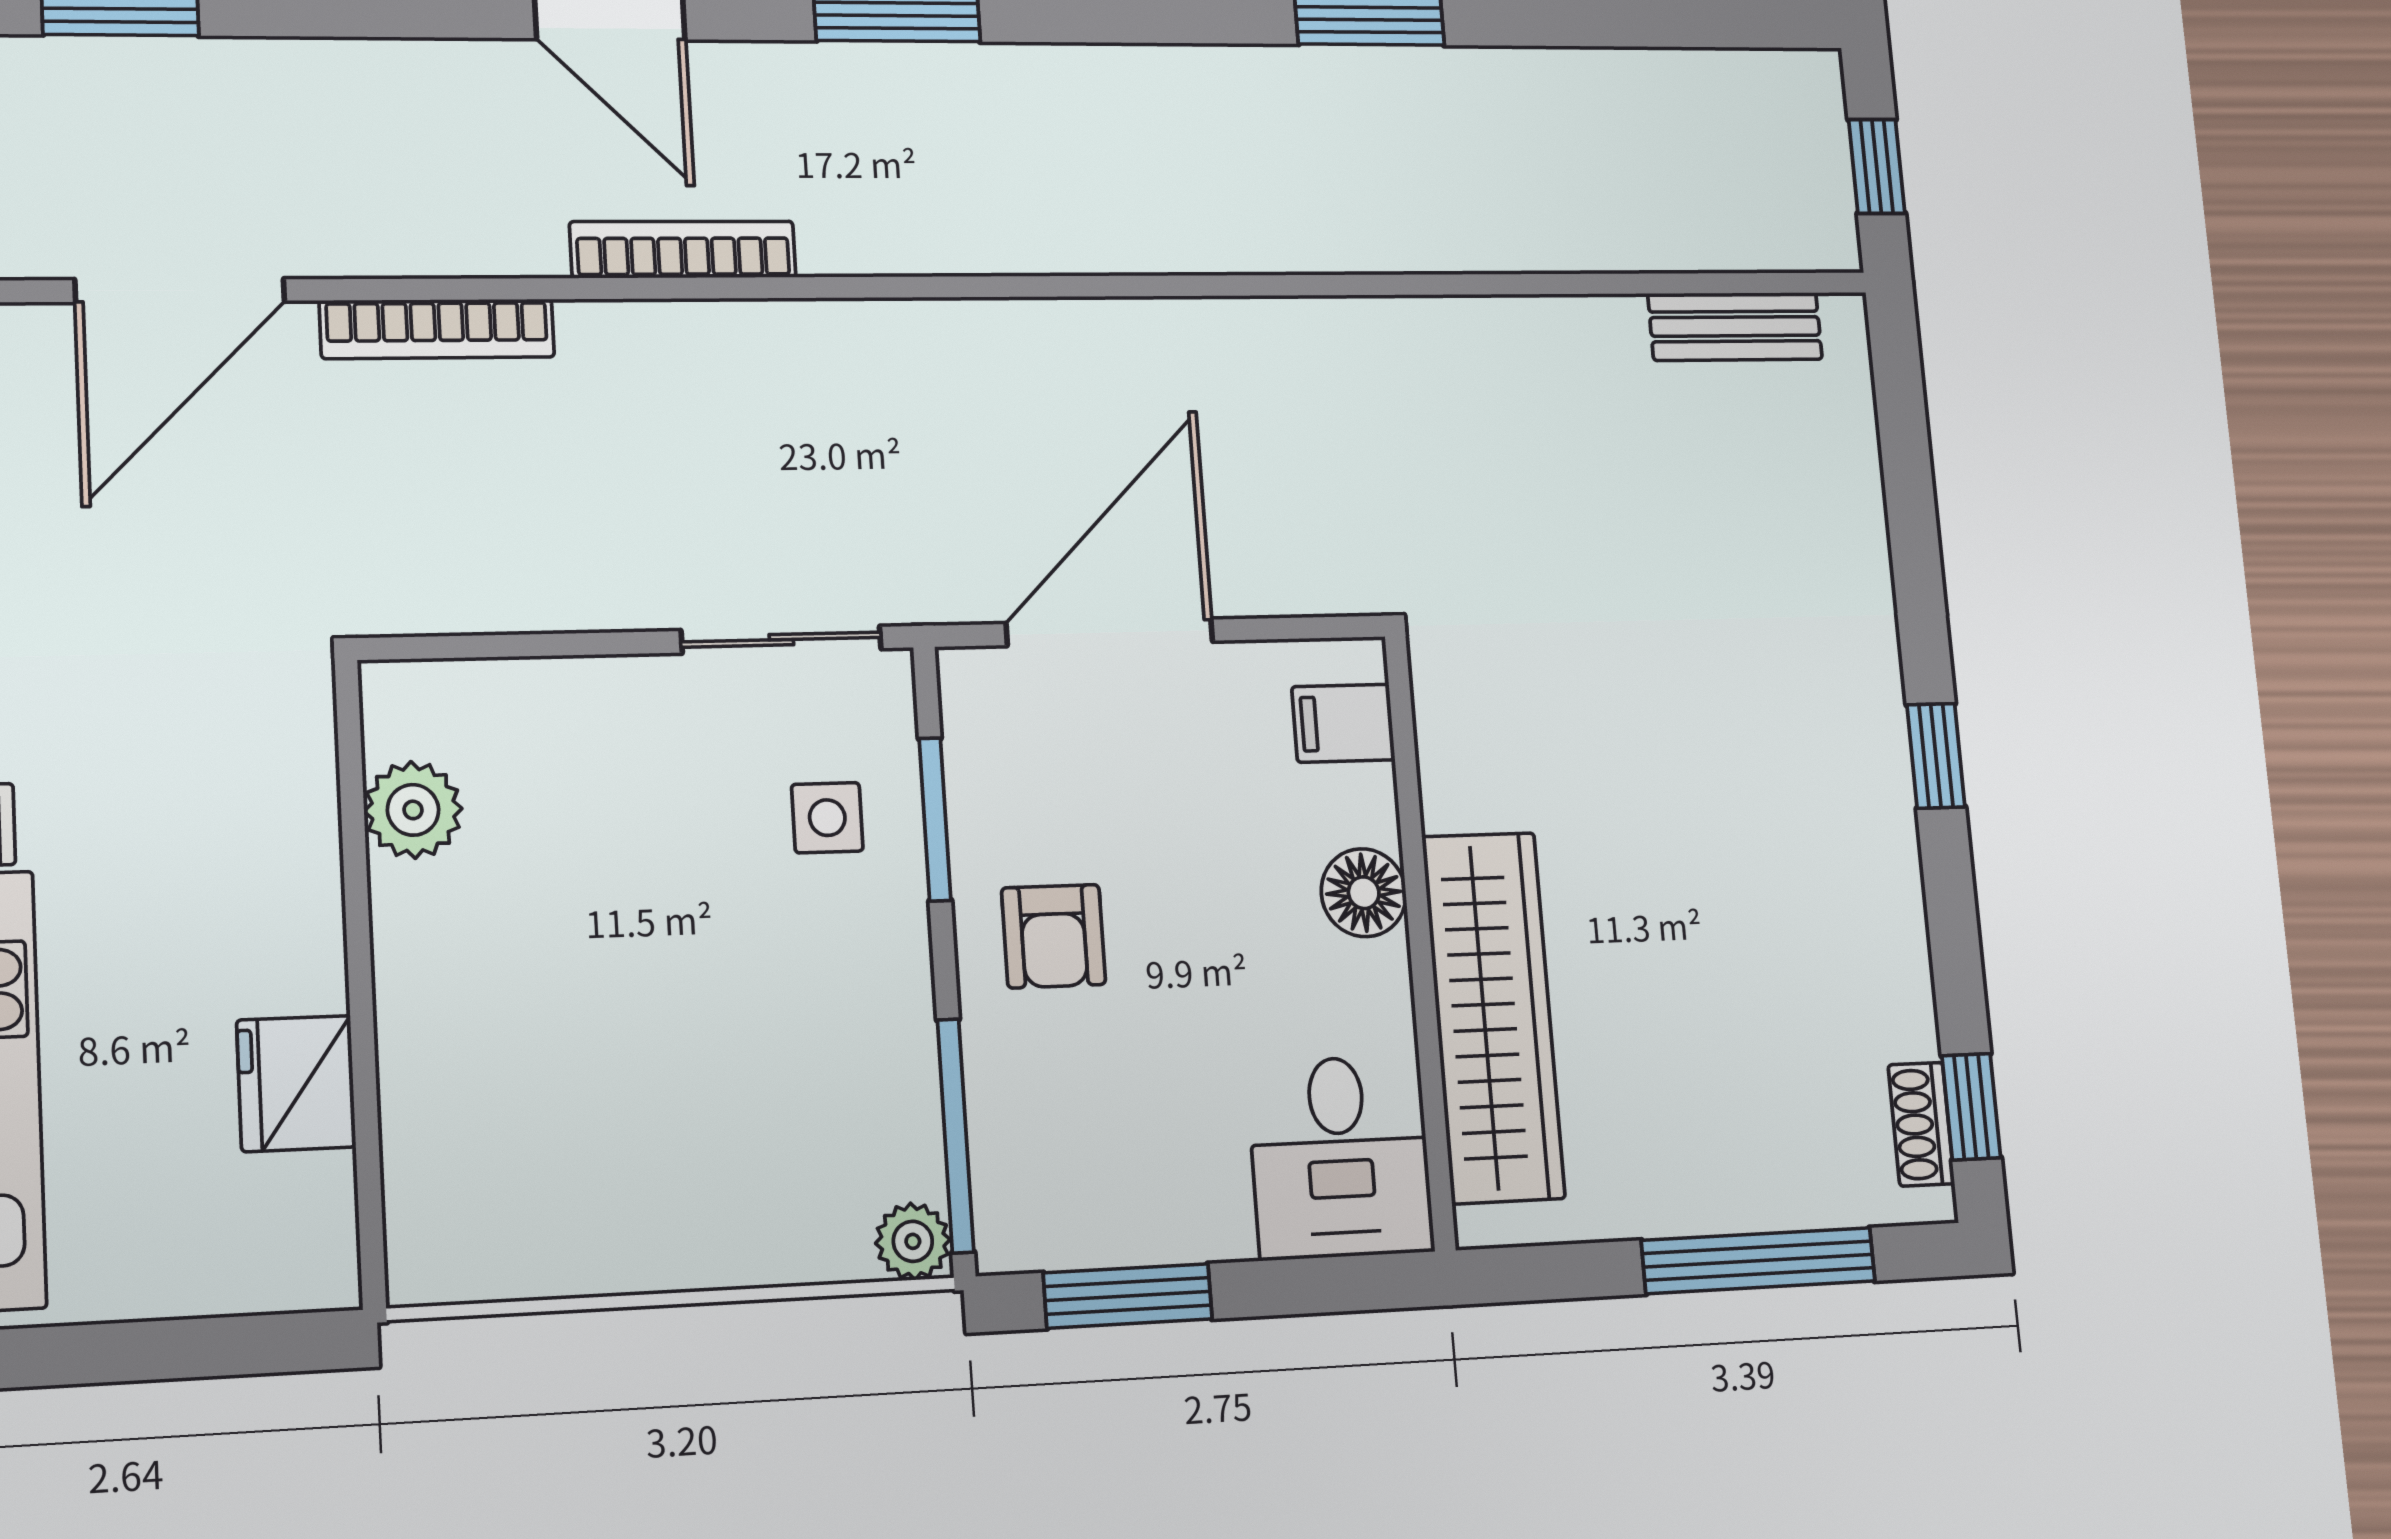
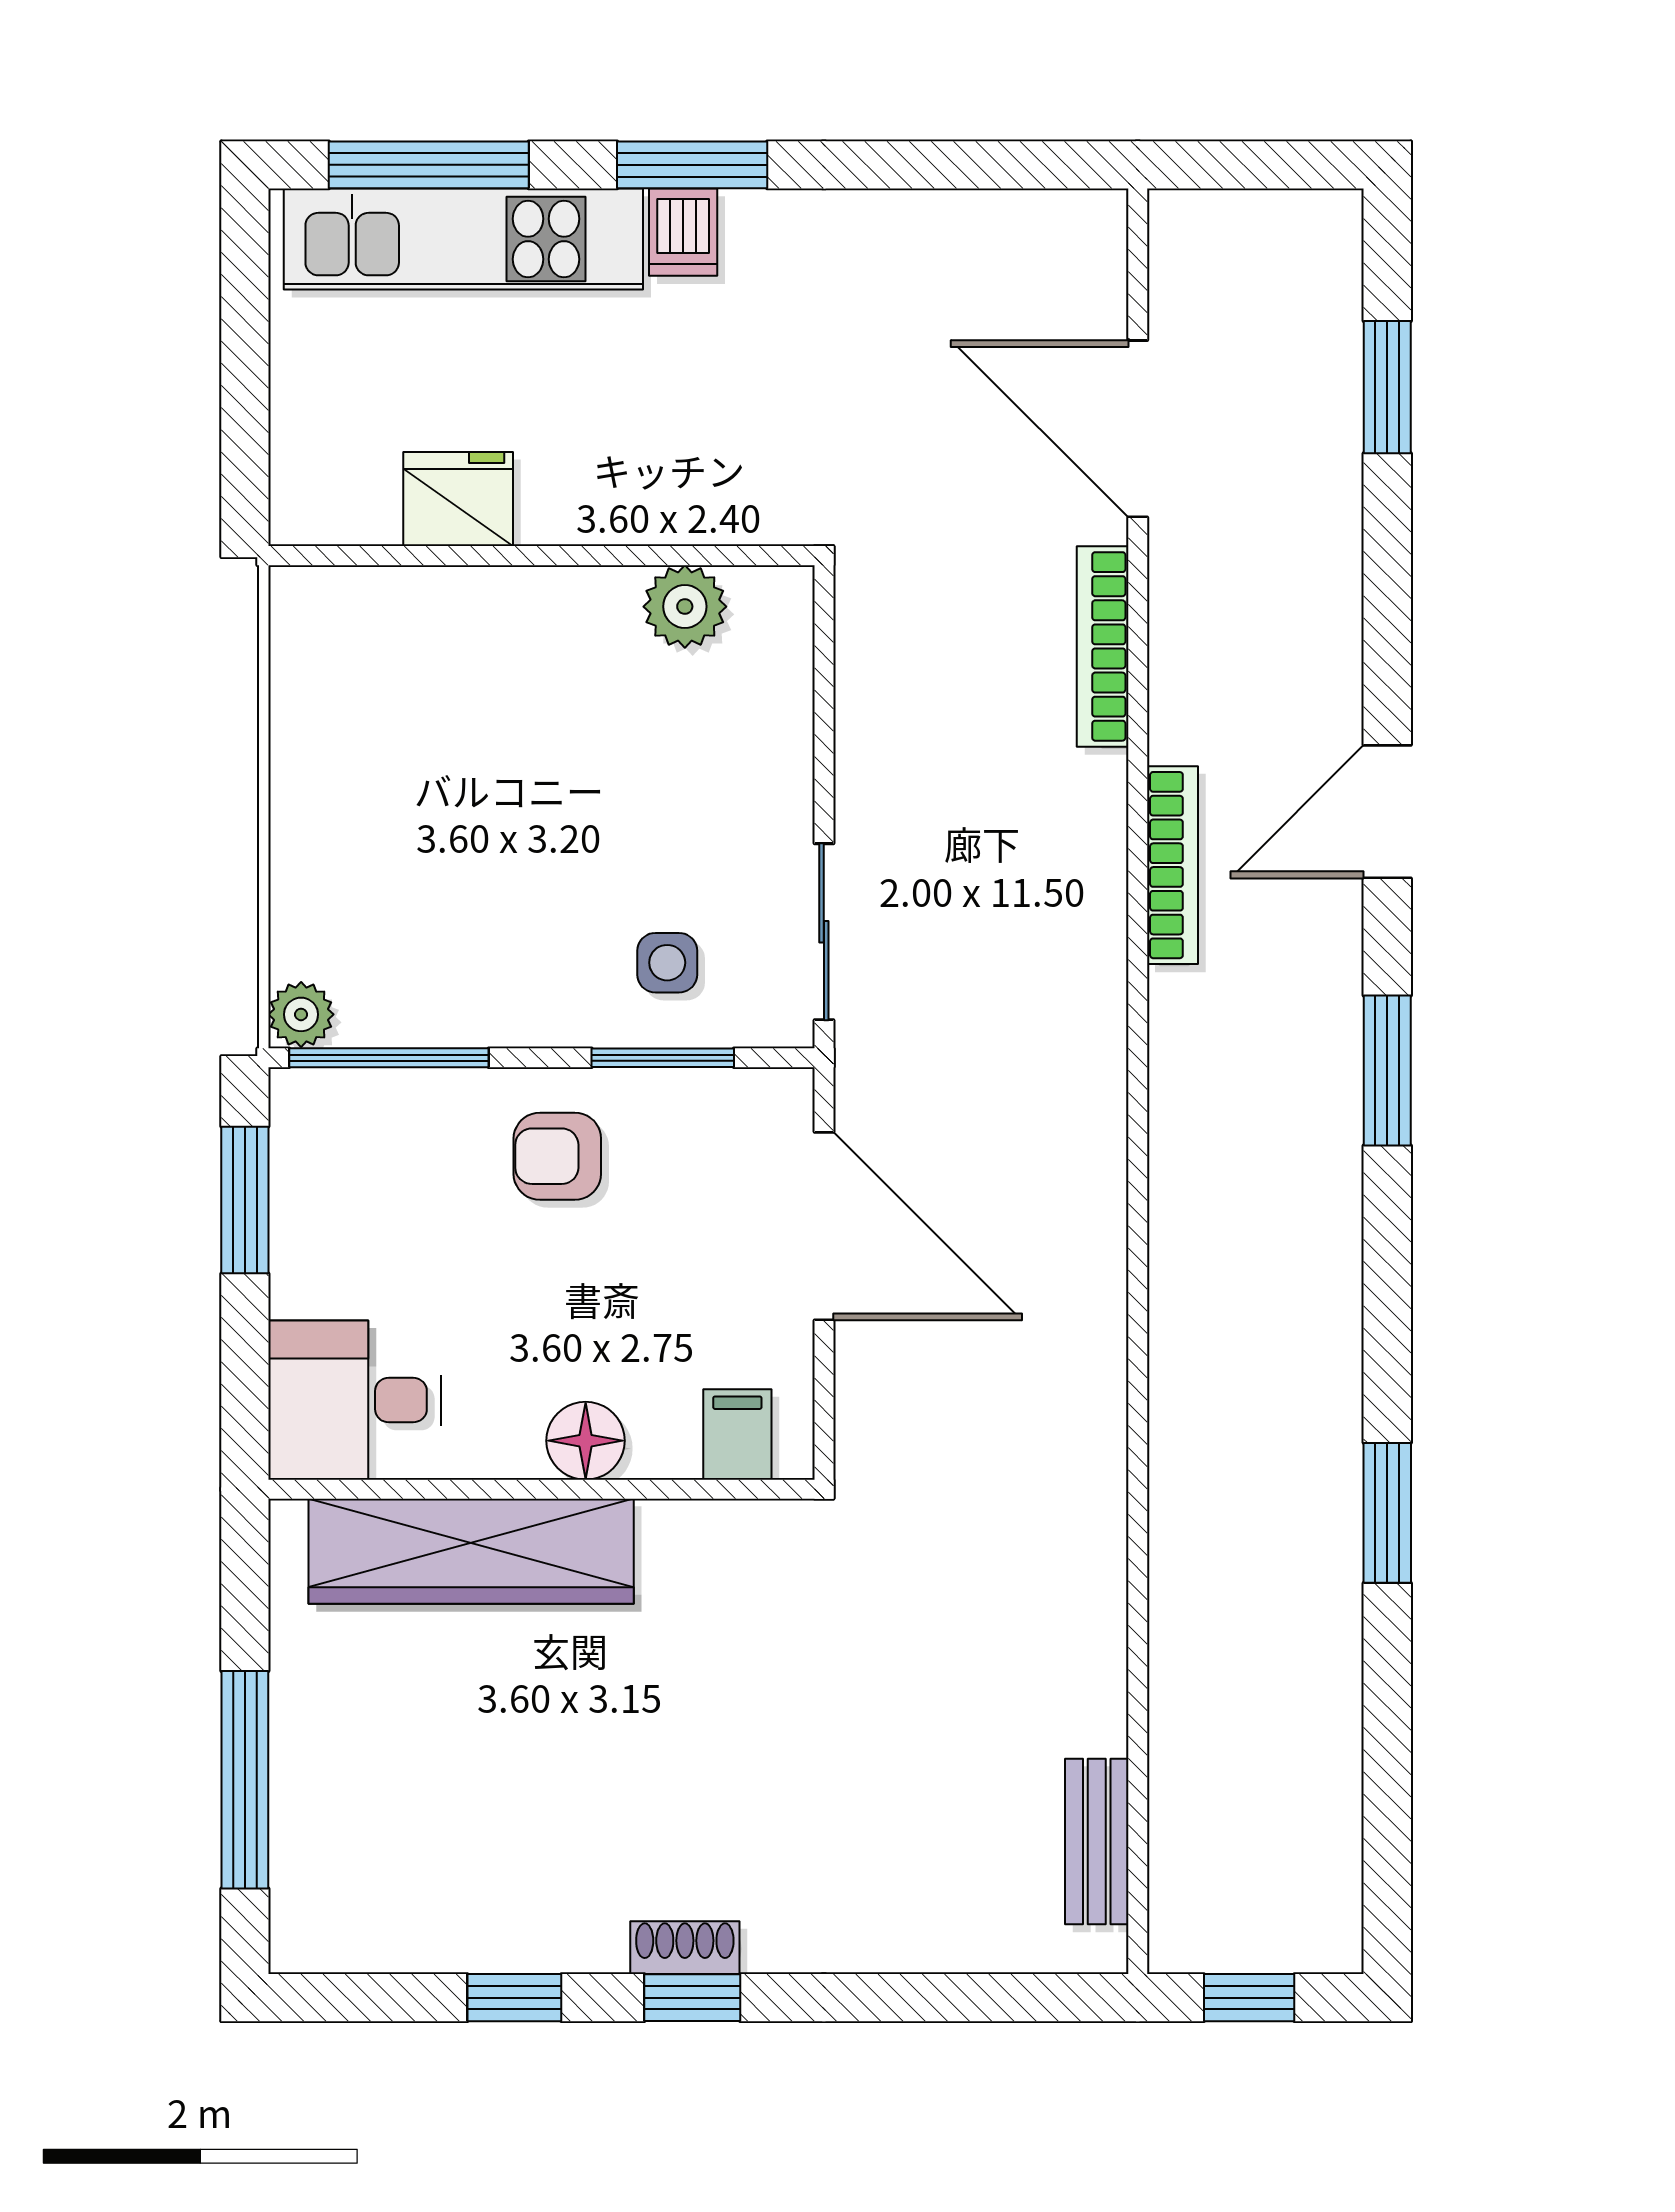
window: (1971, 1107) -> (514, 1998), moved
shoe rack: (1921, 1124) -> (685, 1948), moved

